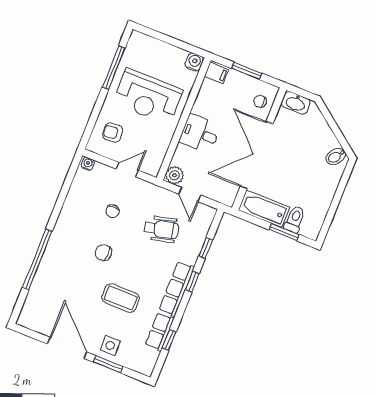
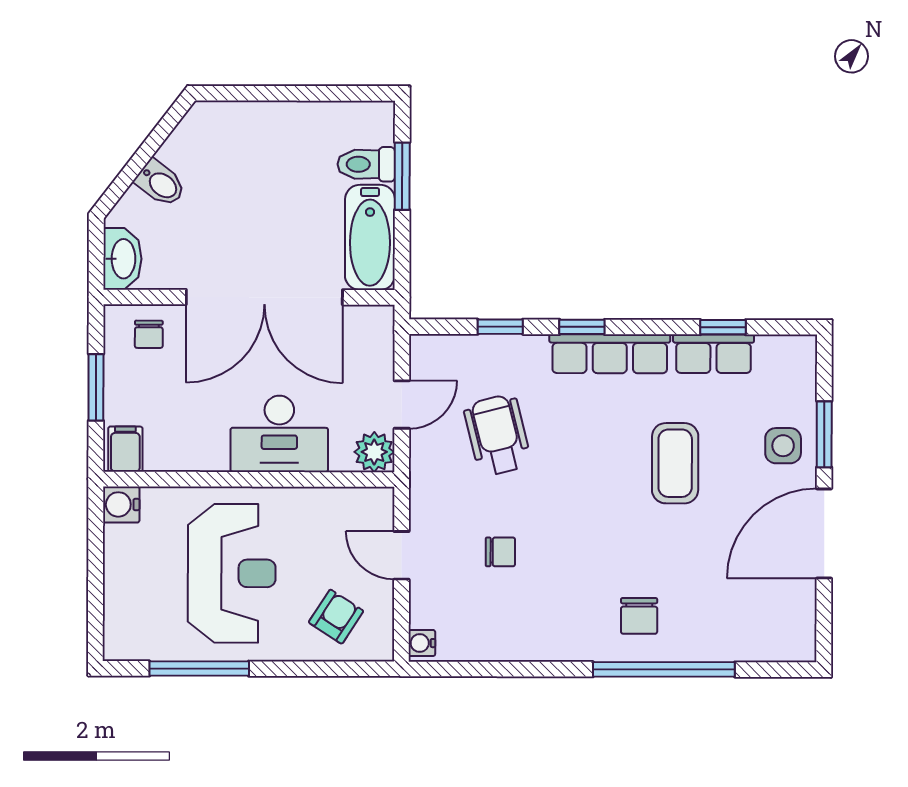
armchair: (113, 133) -> (336, 617), turned -141
desk: (200, 134) -> (279, 434), width x1.37
bidet: (336, 156) -> (160, 183), moved
chair: (103, 253) -> (639, 616), moved

